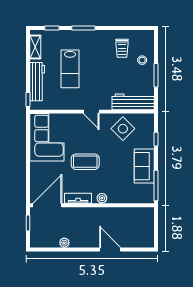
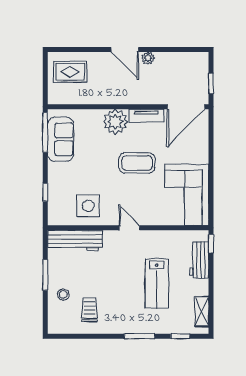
lab bench: (70, 69) -> (157, 283), turned 180
workbench: (37, 82) -> (199, 260), width x0.73
side table: (123, 129) -> (88, 206), turned 45
sofa: (144, 166) -> (61, 139), moved
plant: (102, 198) -> (115, 122), width x1.88, depth x1.88
rug: (137, 232) -> (70, 72), added
plant: (64, 243) -> (148, 58), moved
door: (110, 249) -> (125, 49), moved

